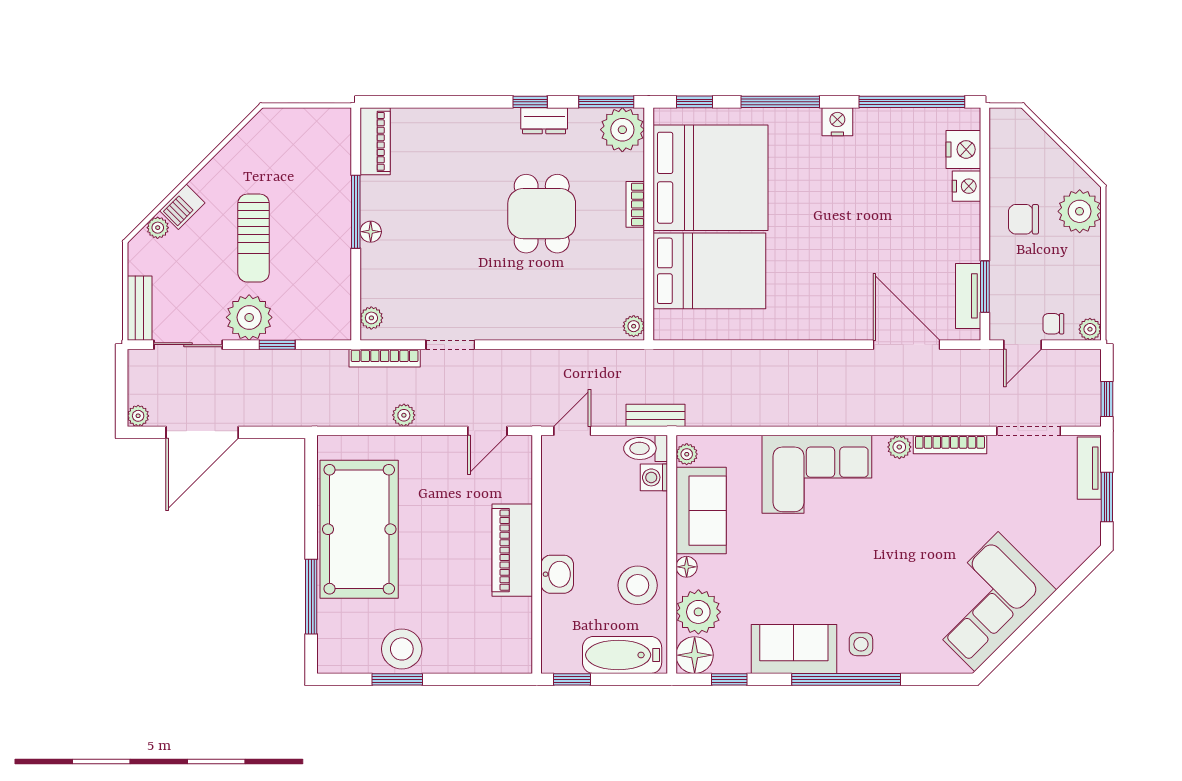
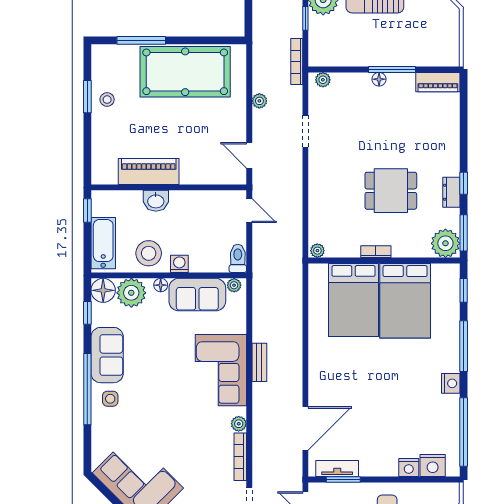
bed: (710, 178) -> (405, 301), width x0.73
bookcase: (635, 204) -> (376, 252), moved
bookcase: (385, 358) -> (297, 62), moved
bench: (656, 415) -> (259, 362), moved
washing machine: (654, 477) -> (179, 264), moved
piano: (512, 550) -> (149, 172), moved
stool: (402, 649) -> (107, 100), width x0.53, depth x0.53

